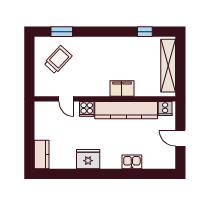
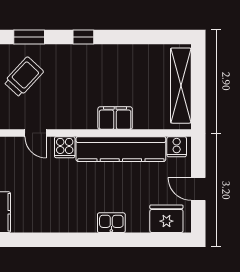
window: (145, 32) -> (83, 37), moved
fridge: (88, 159) -> (166, 219), moved
kitchen sink: (132, 162) -> (111, 223), moved

